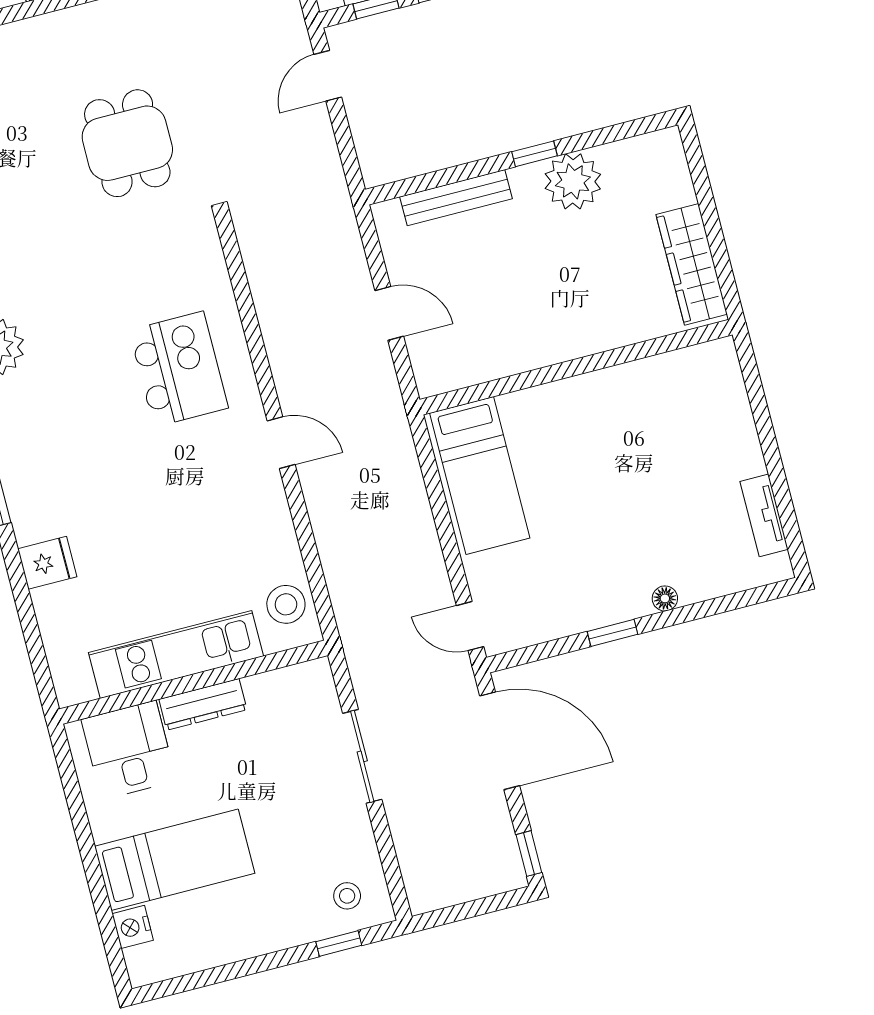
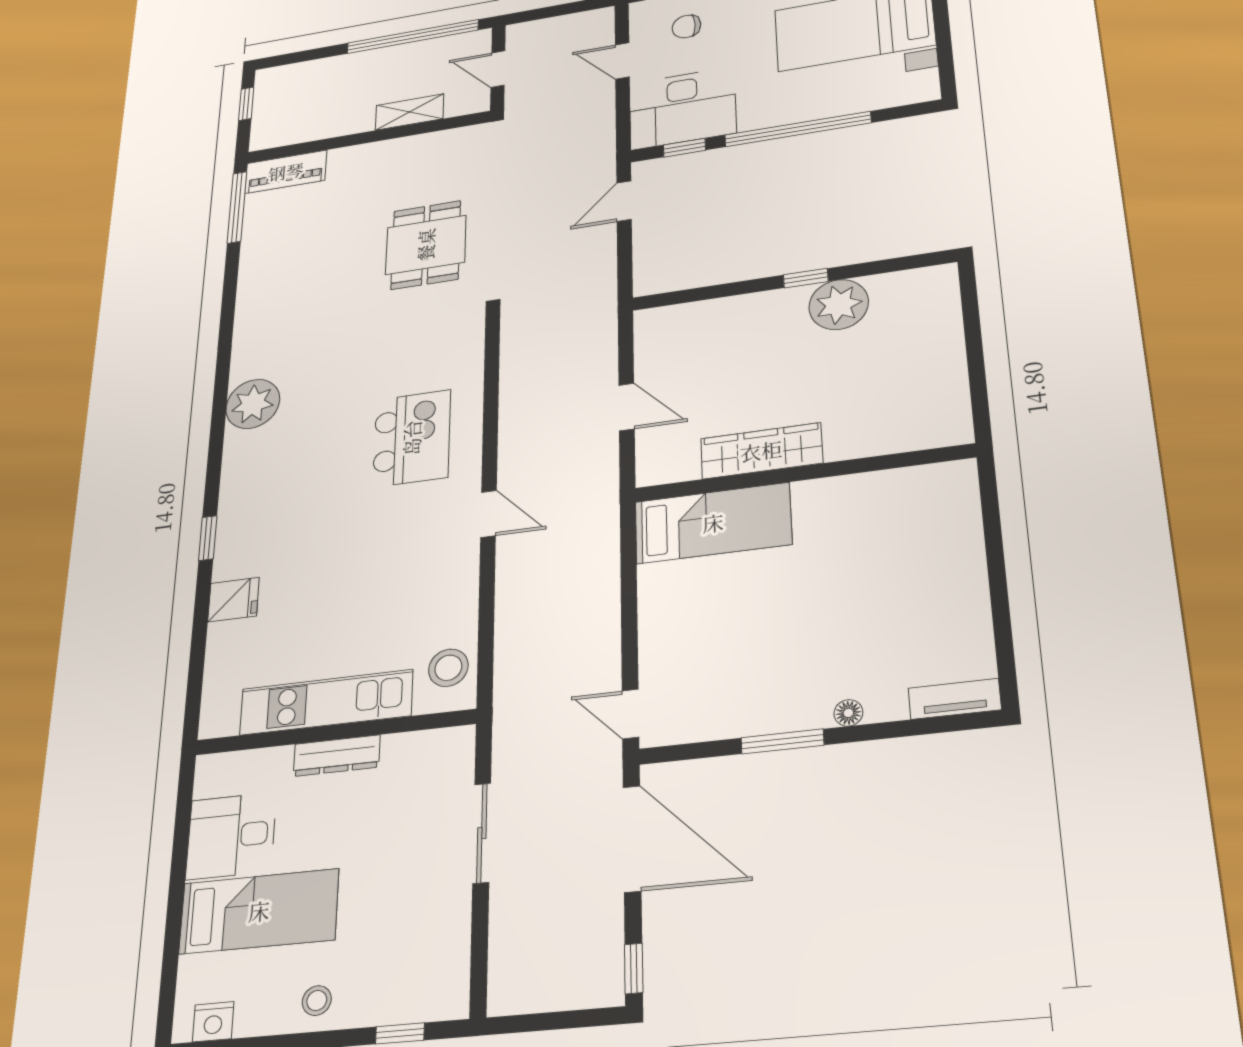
bench: (456, 198) -> (719, 311), removed
wardrobe: (692, 264) -> (761, 451), moved, turned 90
bed: (480, 475) -> (713, 523), moved, turned -90
tv unit: (764, 515) -> (955, 699), moved, turned 90
window: (613, 633) -> (782, 741), width x1.50
desk: (129, 750) -> (231, 836), moved, turned -90
stool: (347, 896) -> (317, 1001), moved
nightstand: (133, 927) -> (213, 1022), moved, turned -90

